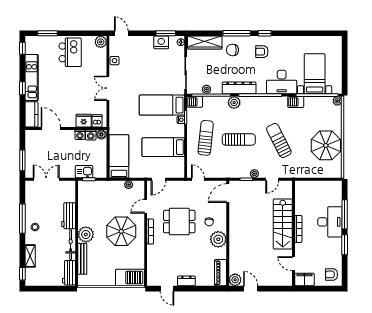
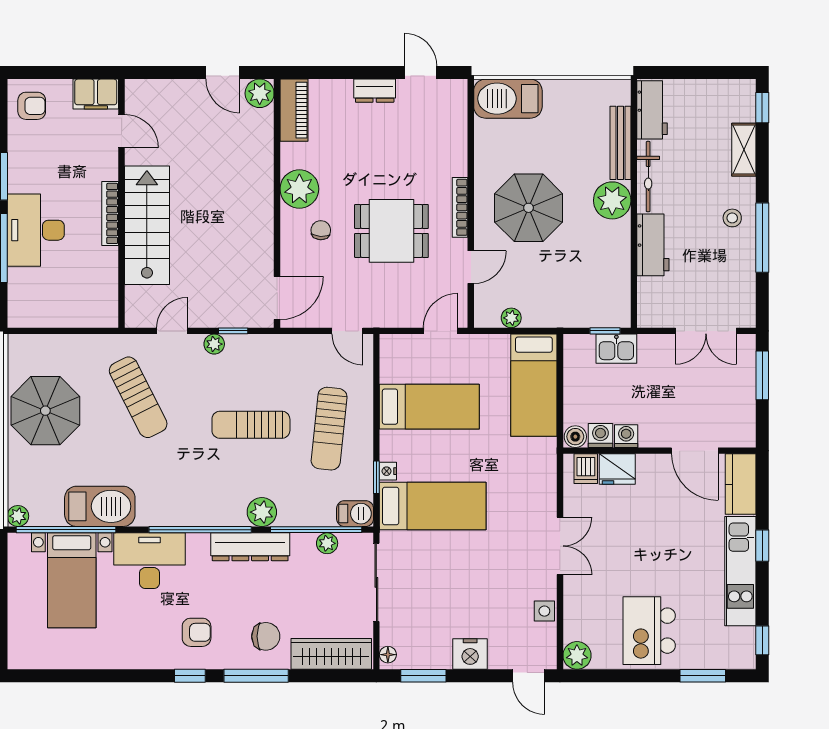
nightstand: (161, 42) -> (470, 654), moved
barbecue: (296, 102) -> (100, 506), width x1.88, depth x1.53
sun lounger: (279, 141) -> (138, 397), moved

